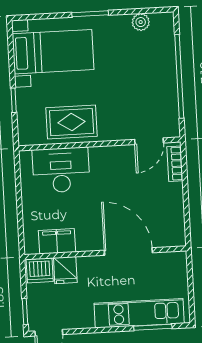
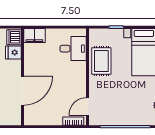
door: (149, 141) -> (87, 107), hinge flipped
desk: (61, 170) -> (73, 49), width x0.73
filing cabinet: (57, 241) -> (34, 36), moved, turned 90

